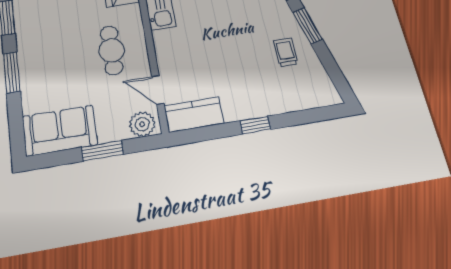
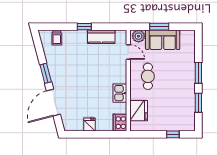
trolley: (286, 52) -> (57, 38), moved
kitchen counter: (194, 115) -> (101, 37), moved
sofa: (60, 130) -> (163, 40), moved

